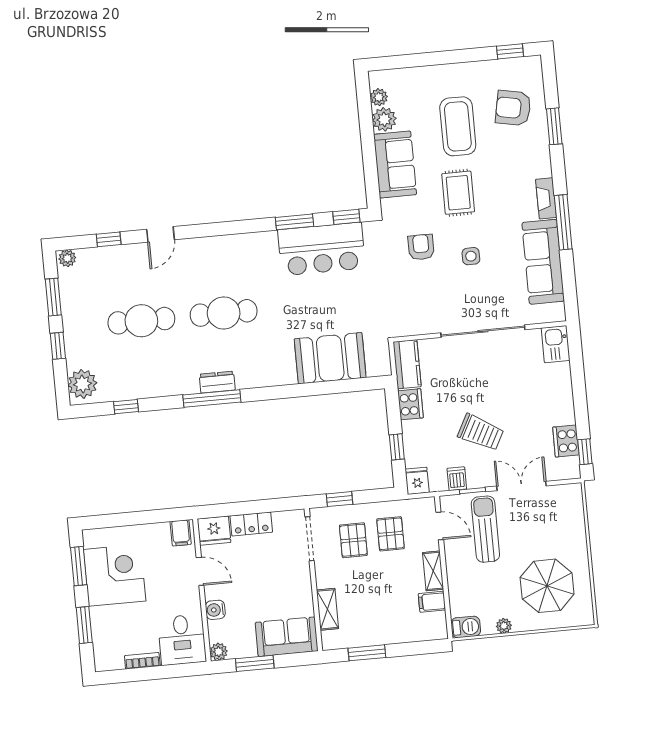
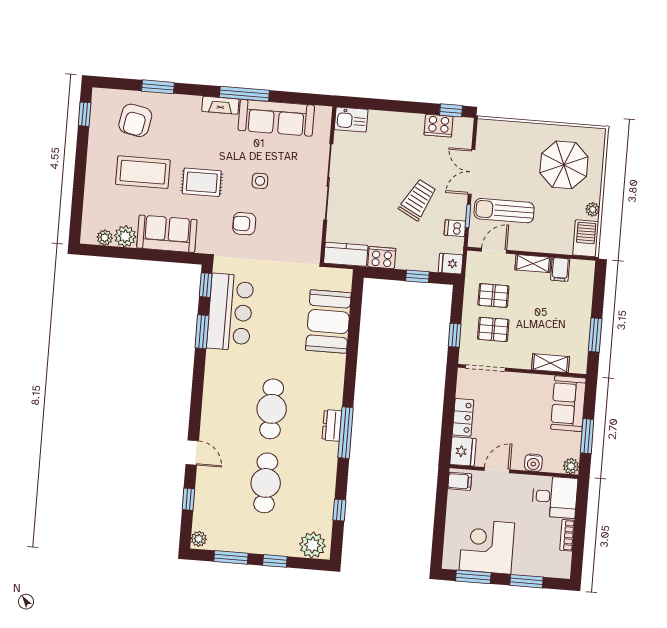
barbecue: (466, 627) -> (586, 238), width x1.38, depth x1.27

